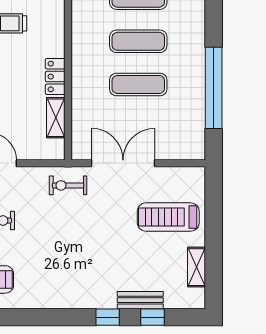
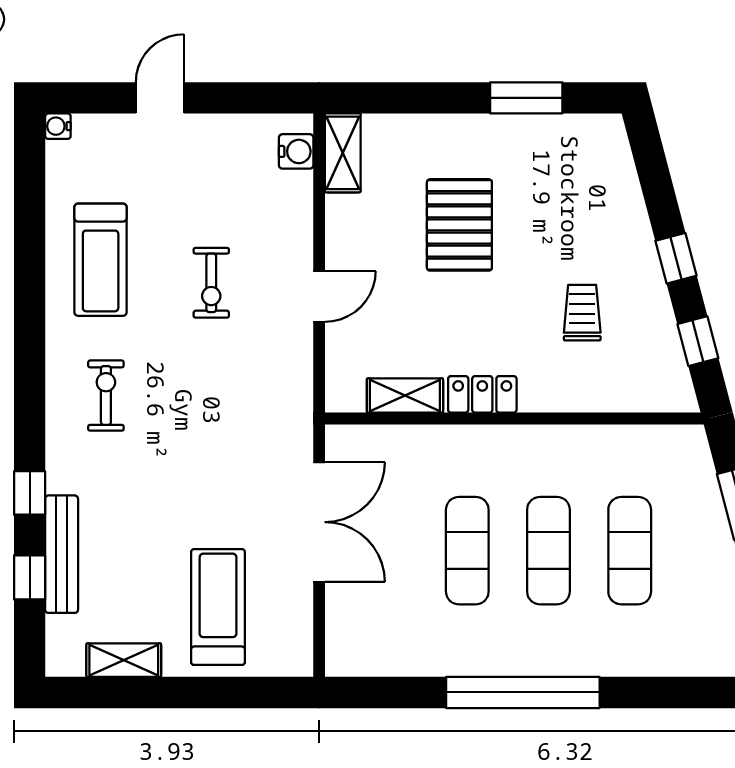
window: (214, 88) -> (523, 692), moved
exercise bike: (68, 185) -> (106, 396), moved
bench: (140, 300) -> (62, 554), width x1.36

